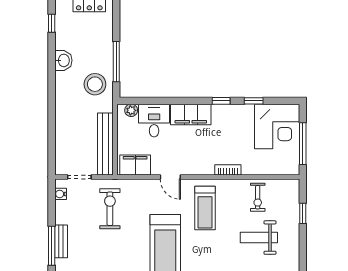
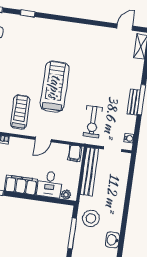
filing cabinet: (135, 165) -> (75, 153), width x0.50
door: (170, 177) -> (43, 139), swing flipped

